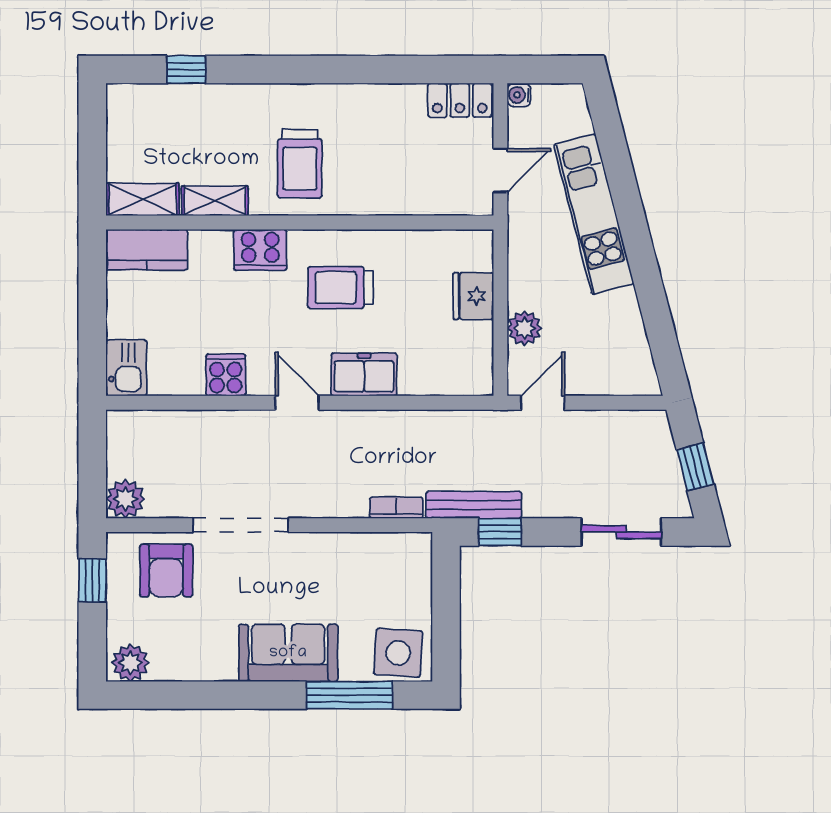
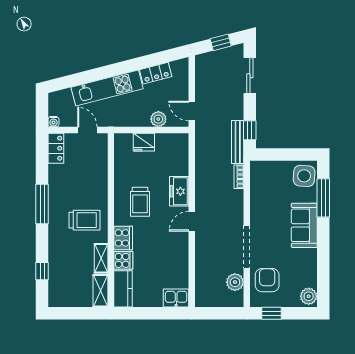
window: (336, 70) -> (42, 204), added
locker: (627, 322) -> (156, 73), added
cooker: (226, 375) -> (123, 260), moved, turned 180
plant: (125, 499) -> (235, 282), moved
armchair: (166, 570) -> (267, 280), turned -90

